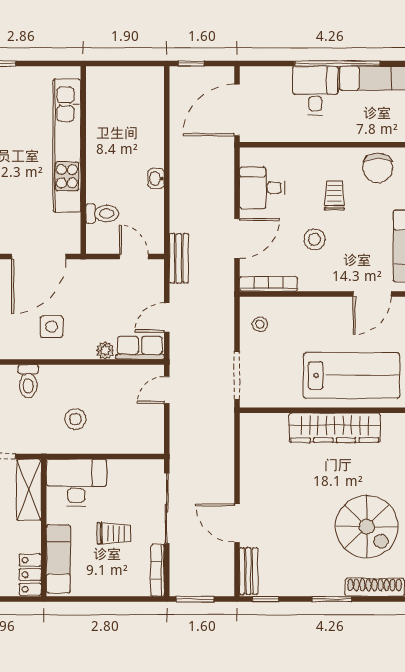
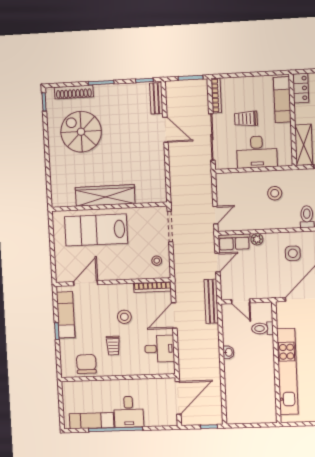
bench: (179, 258) -> (211, 301), width x1.36
desk: (76, 483) -> (257, 152), moved

